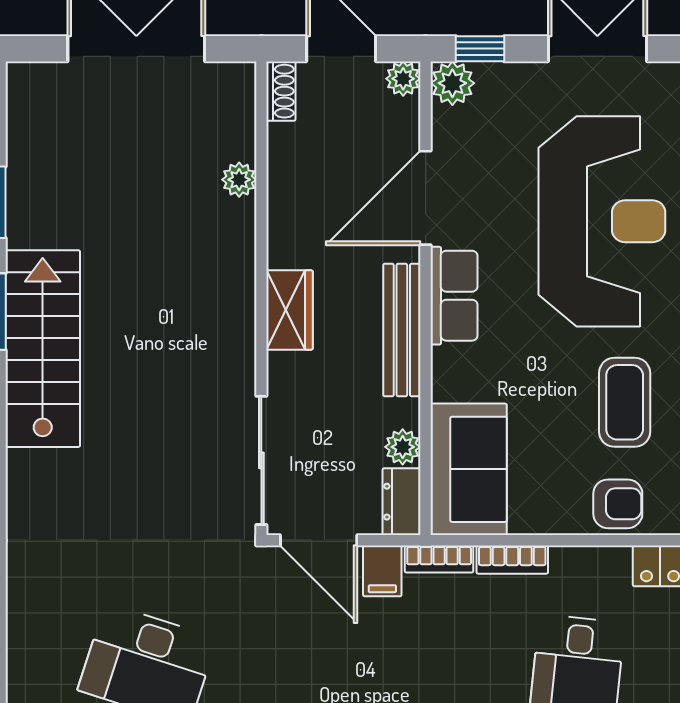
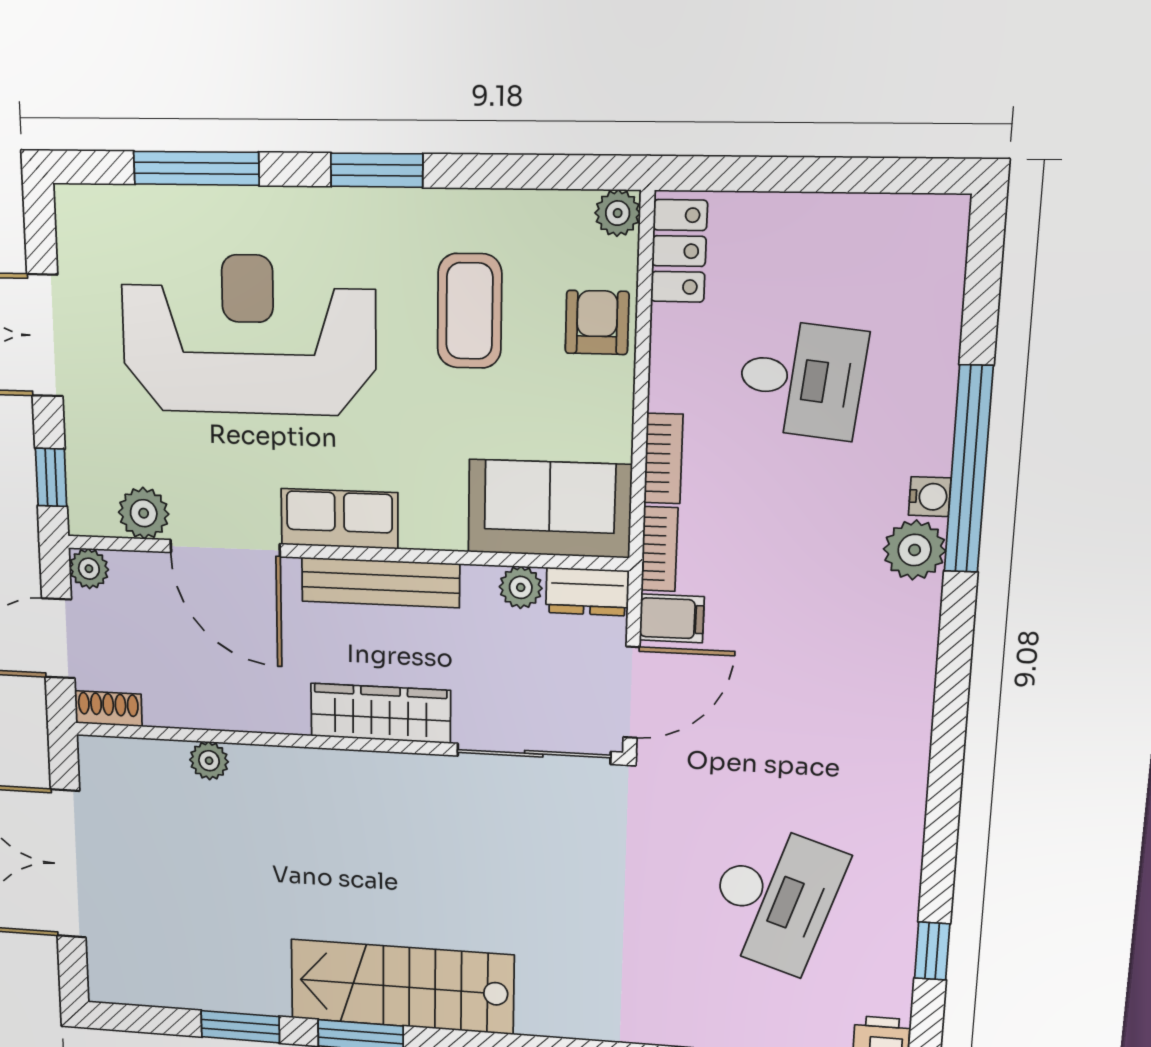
plant: (452, 83) -> (144, 513), moved
wardrobe: (290, 310) -> (380, 713), width x1.50
coffee table: (625, 402) -> (469, 311), turned 90

